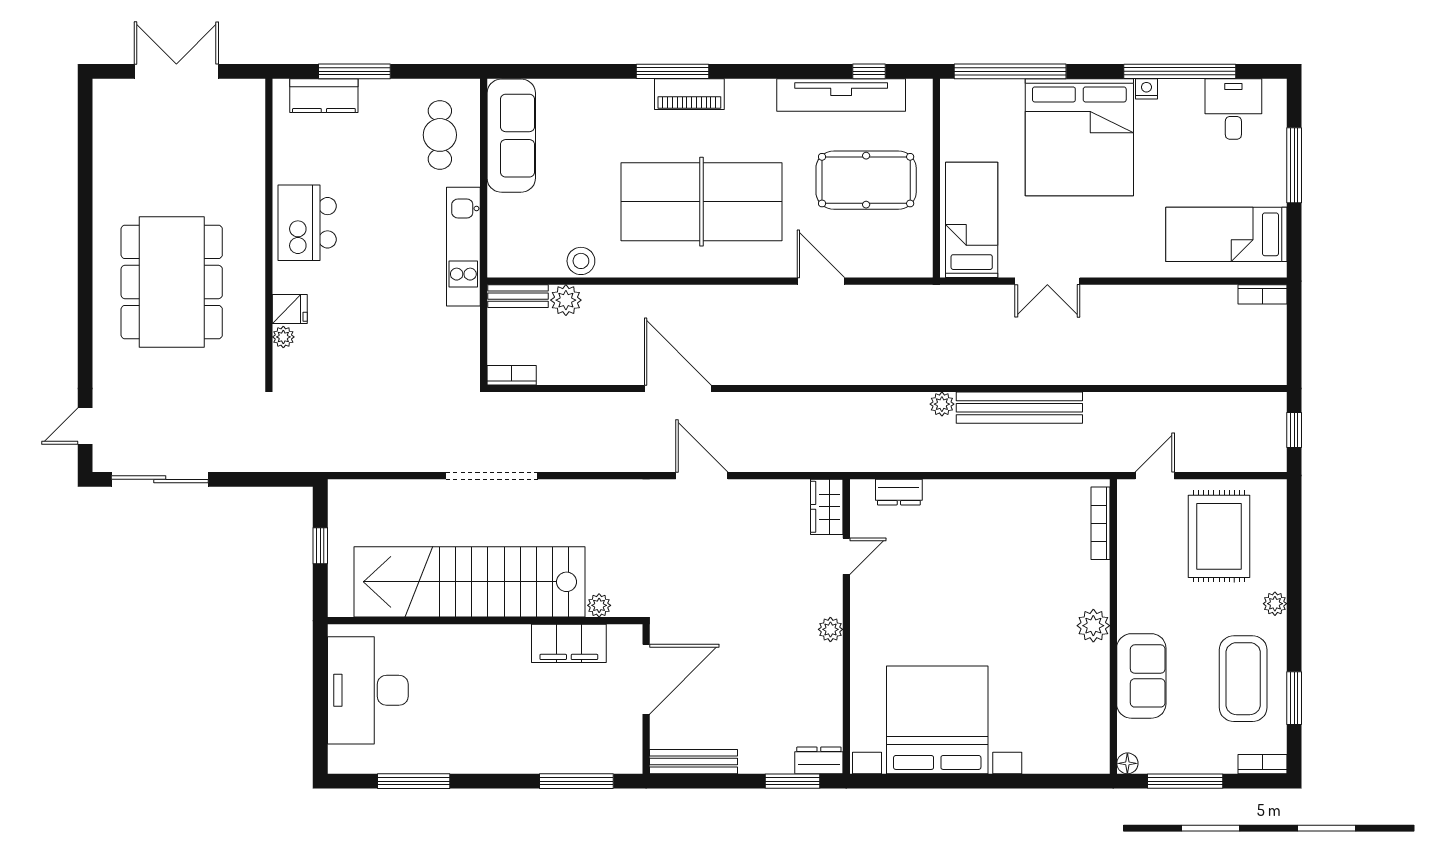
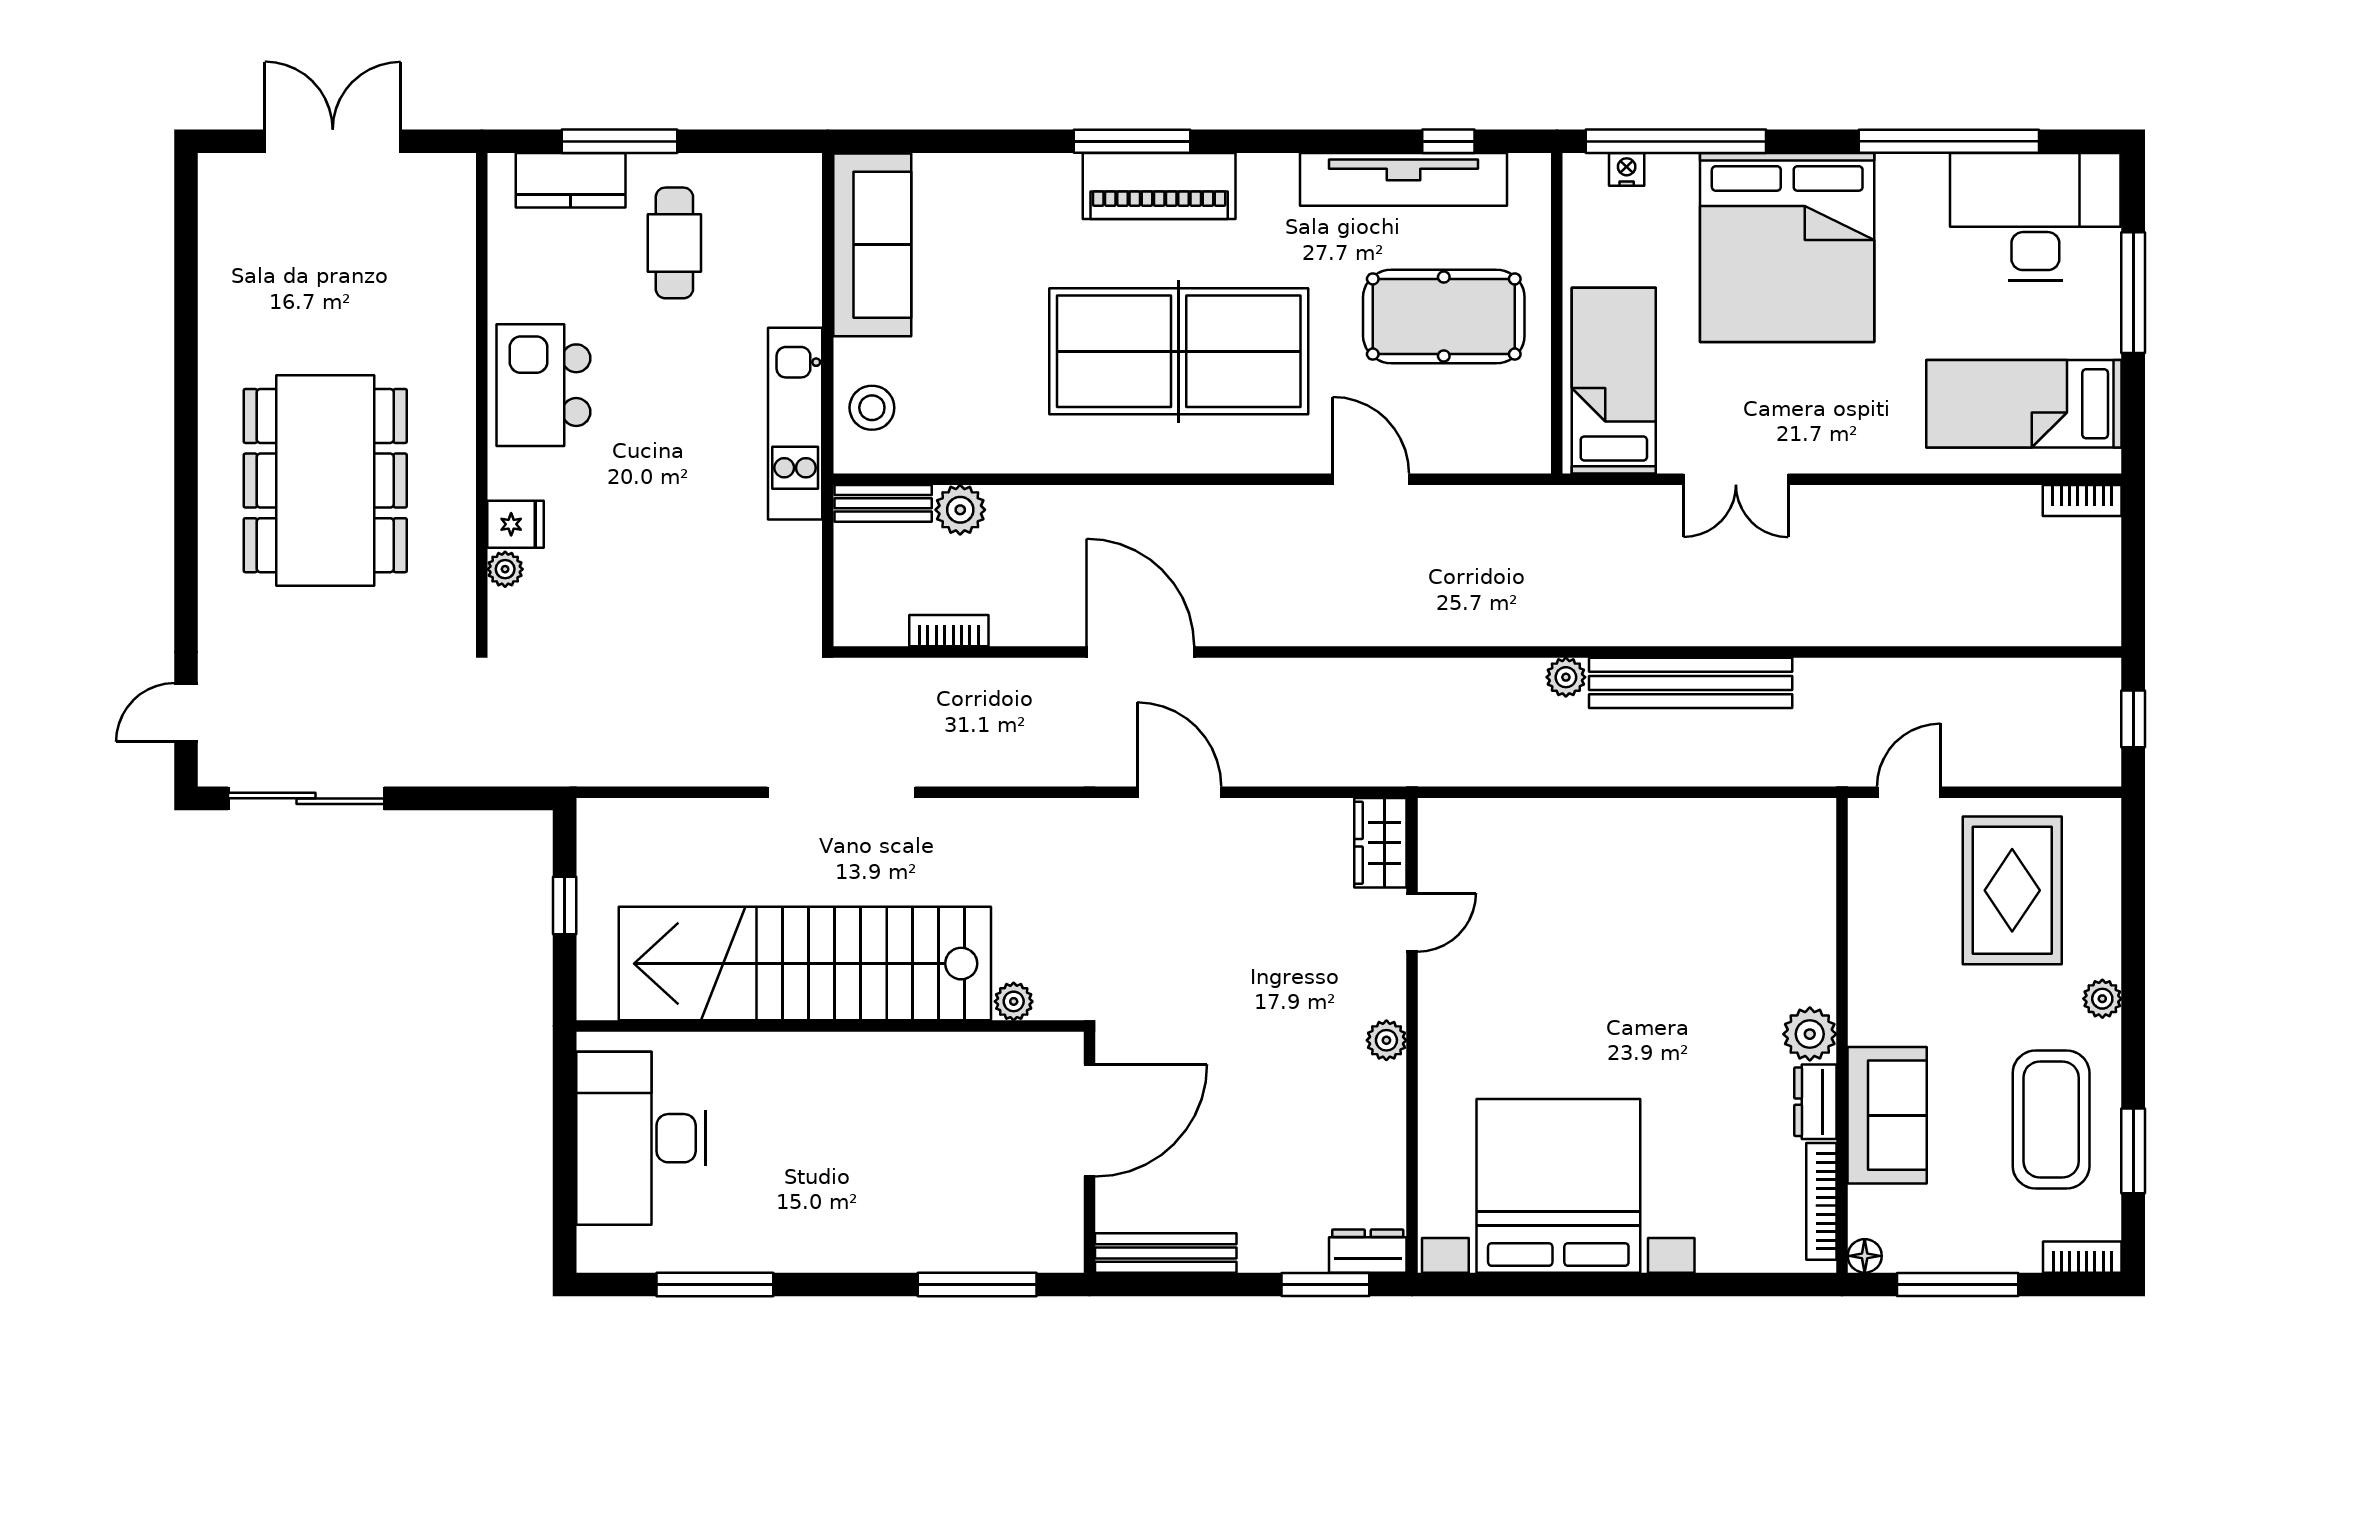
nightstand: (1146, 89) -> (1627, 169), moved
piano: (689, 94) -> (1159, 186), width x1.37, depth x1.33
desk: (1233, 109) -> (2035, 217), width x1.87, depth x1.30
cafe table: (440, 135) -> (674, 243), moved
stool: (581, 261) -> (872, 408), moved
bookcase: (512, 375) -> (949, 631), moved
dresser: (899, 492) -> (1815, 1102), moved, turned 90
bookcase: (1100, 523) -> (1821, 1201), moved
filing cabinet: (569, 643) -> (965, 1063), removed

